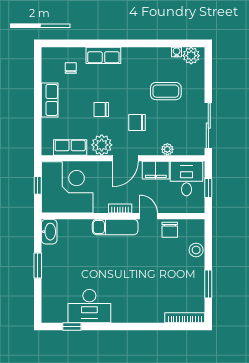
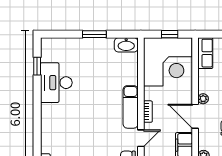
plant: (102, 145) -> (203, 99), width x0.53, depth x0.53
row of seats: (70, 147) -> (205, 53), moved

